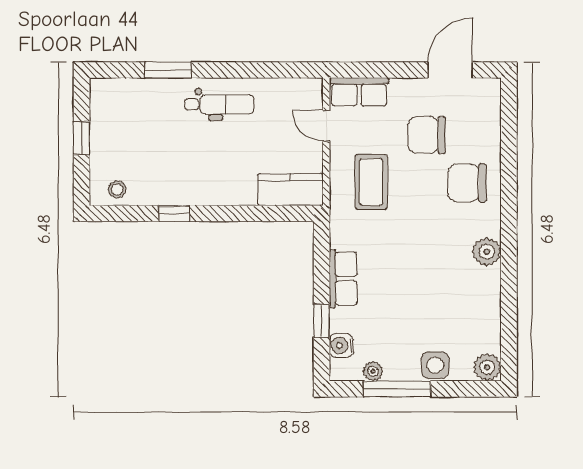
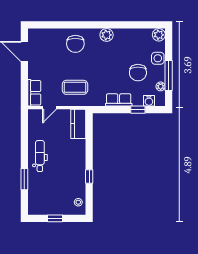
chair: (427, 135) -> (138, 73), moved

